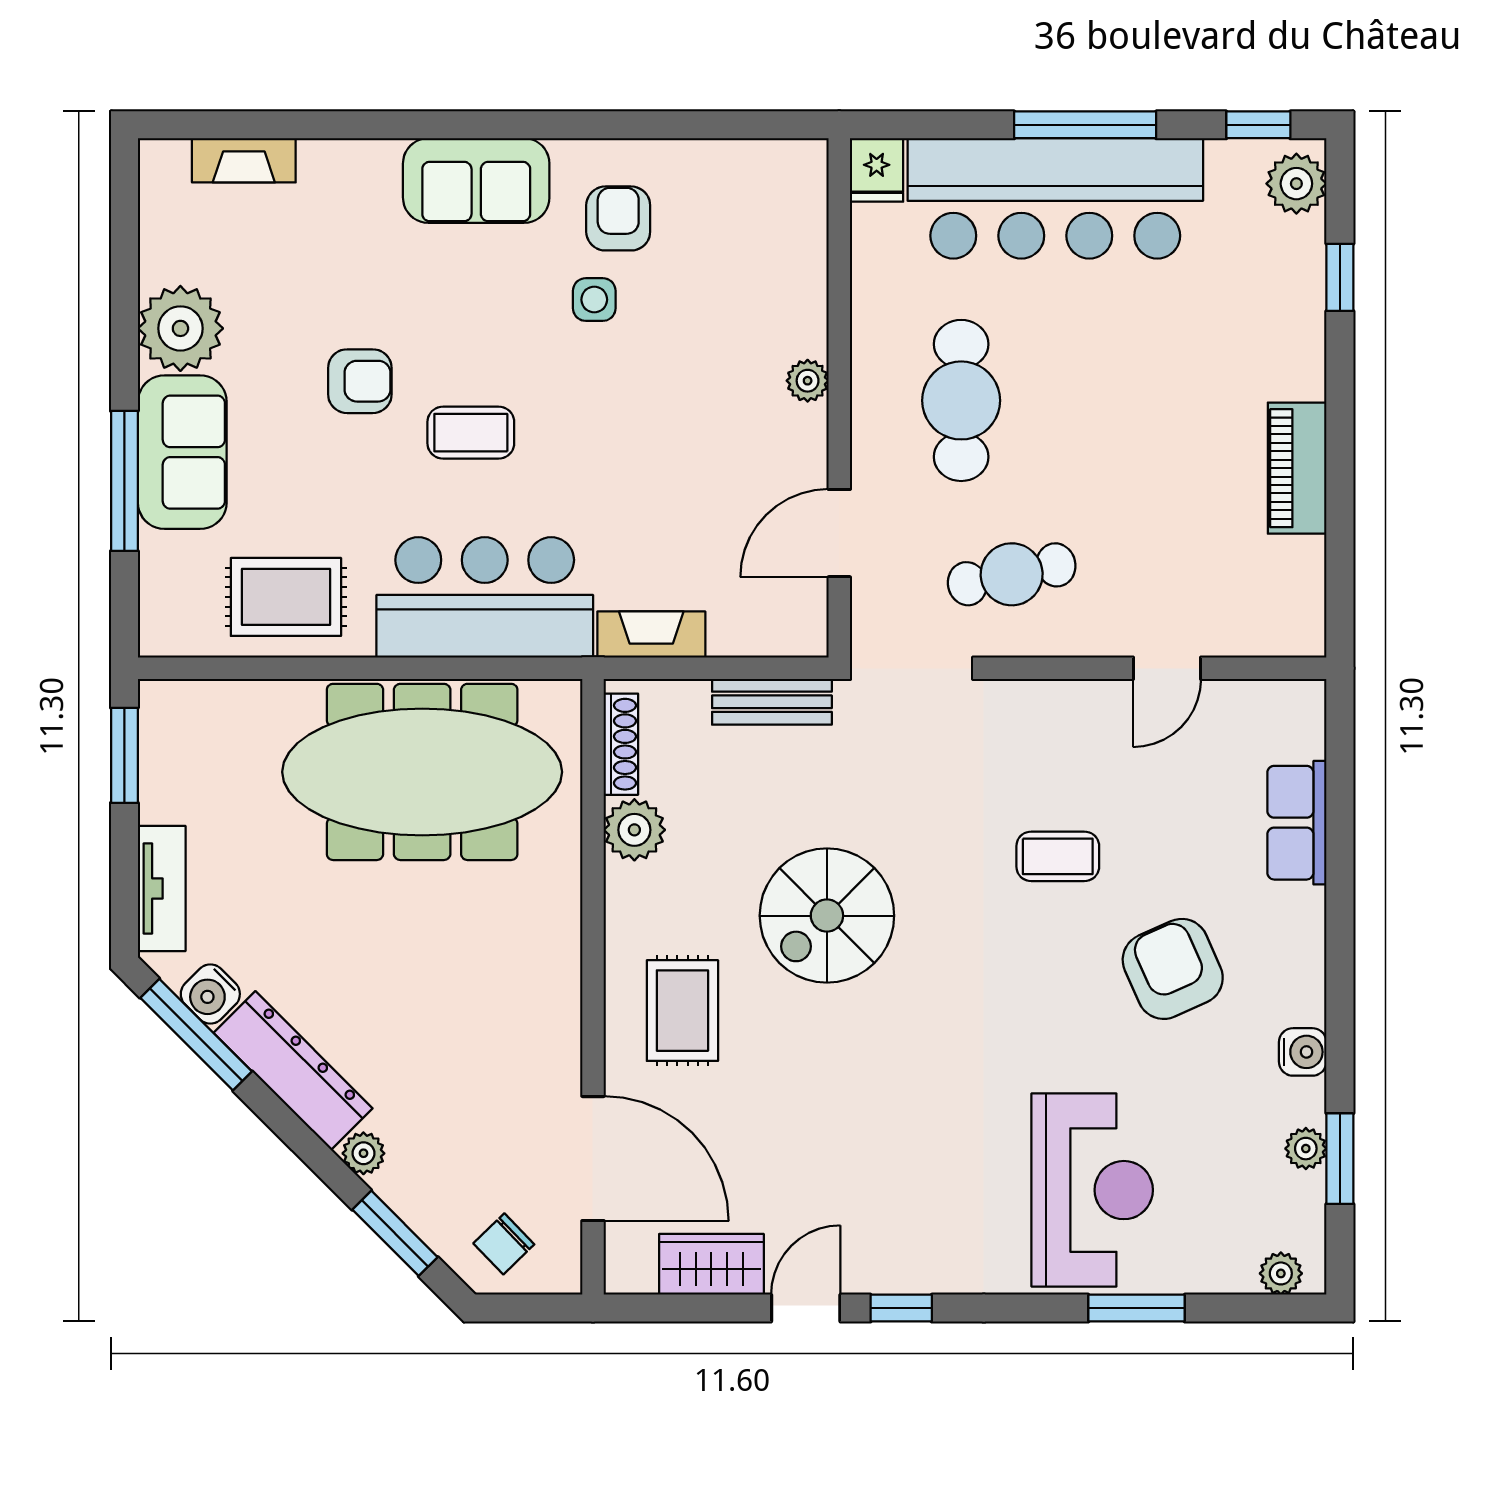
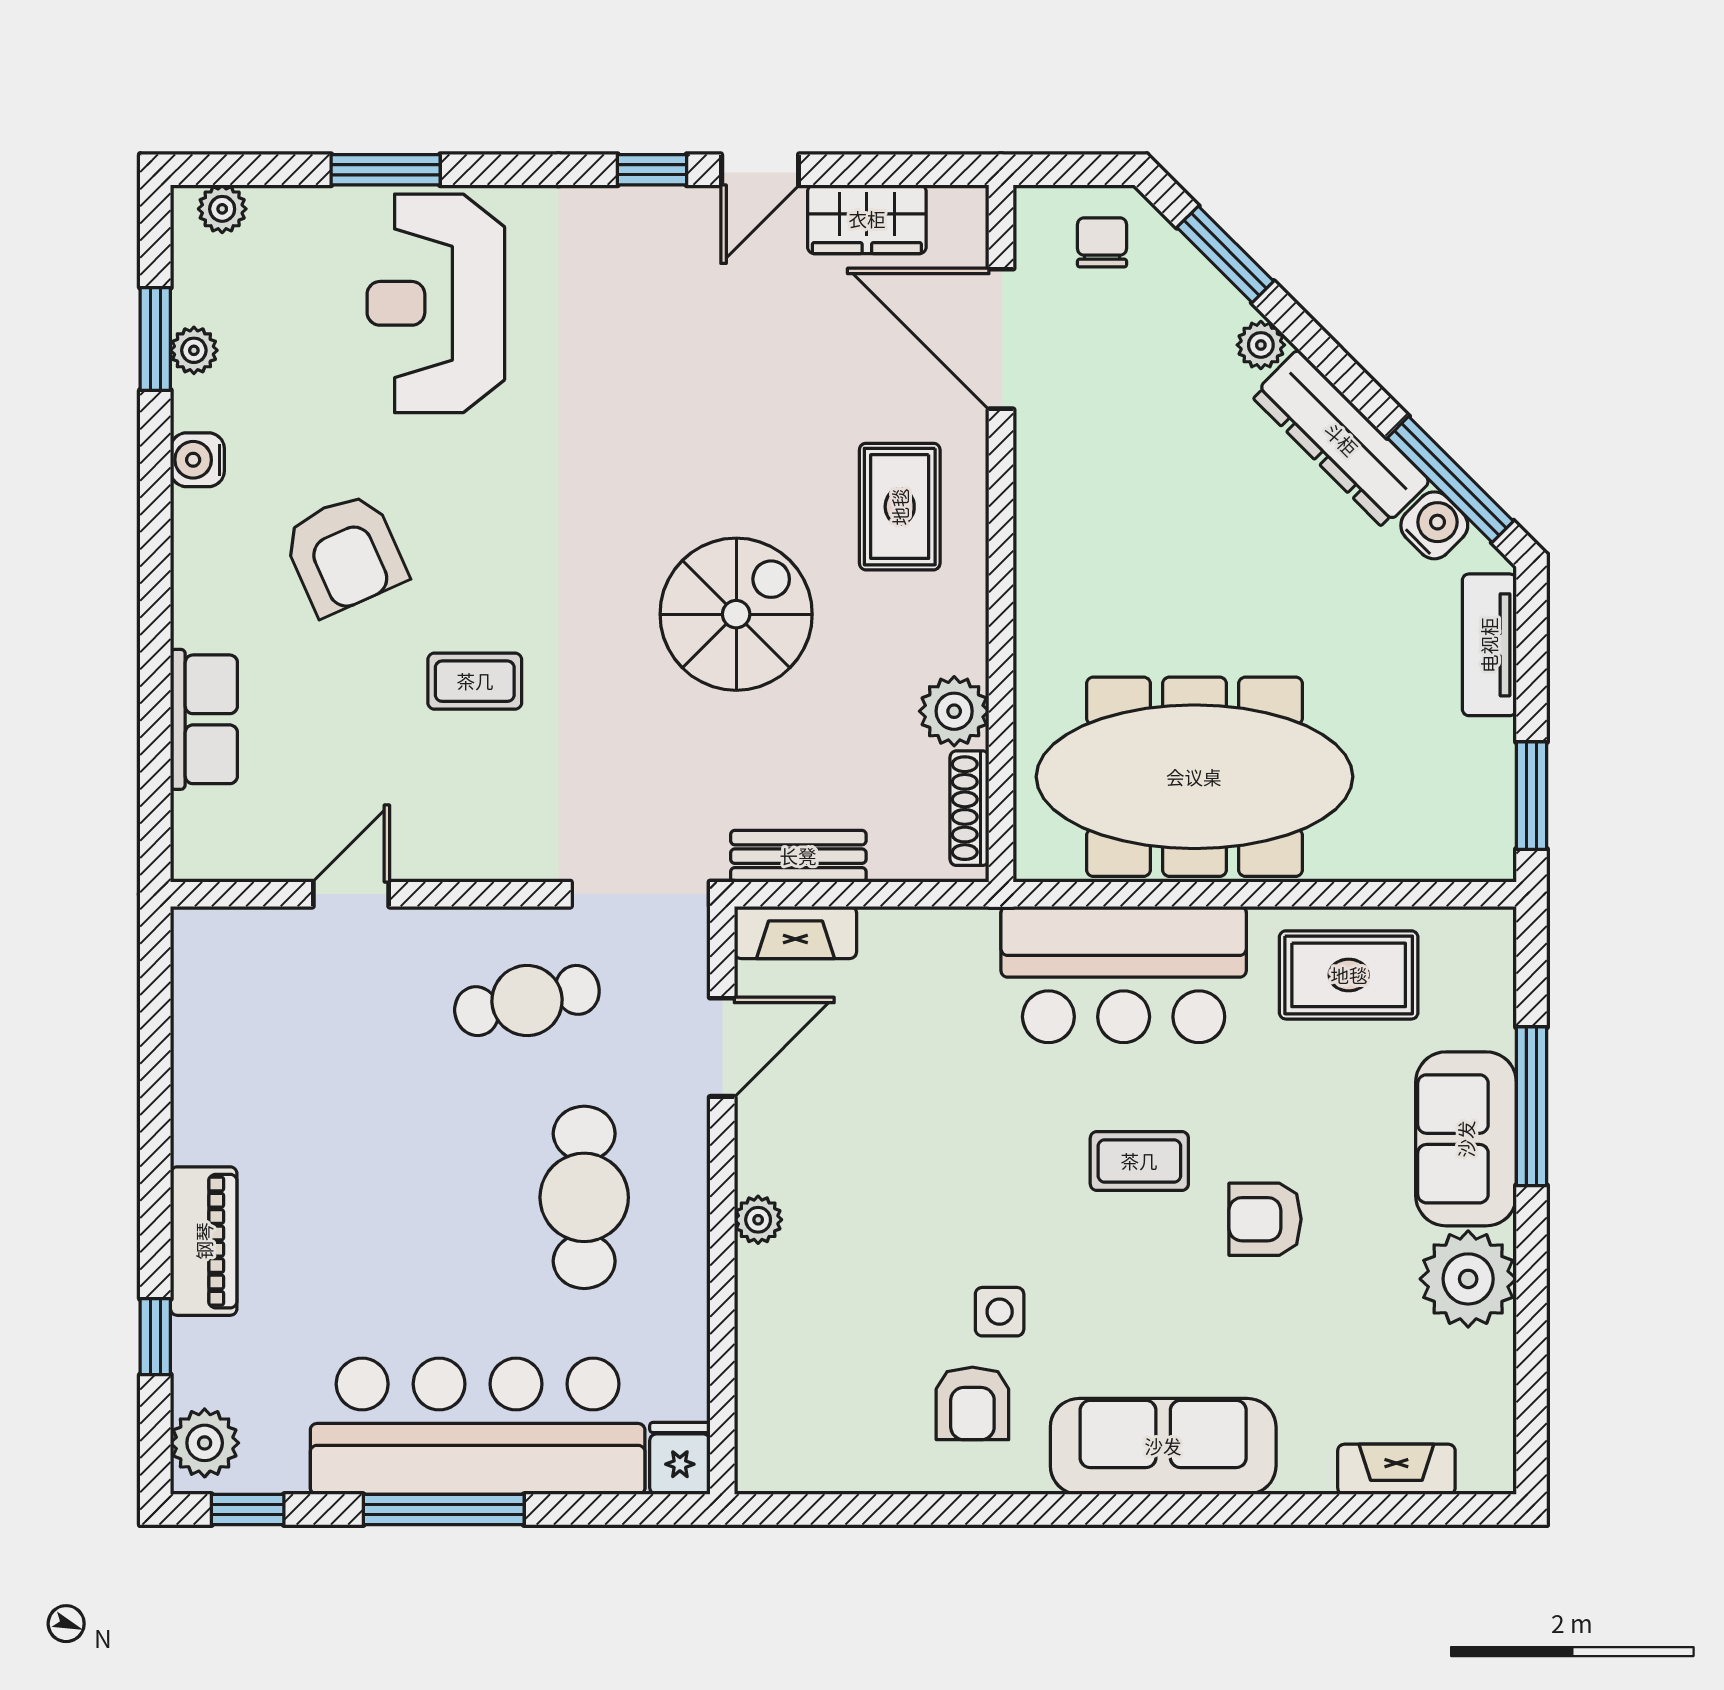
sofa: (476, 181) -> (1163, 1446), width x1.36
piano: (1297, 468) -> (204, 1241), moved
fireplace: (651, 634) -> (795, 932), moved
chair: (504, 1244) -> (1102, 242), turned -46

